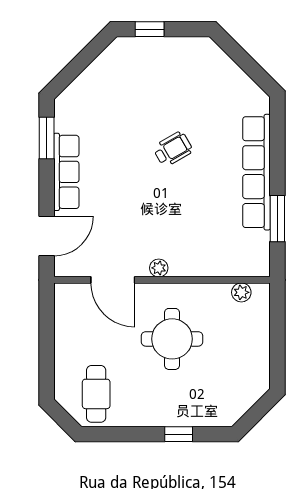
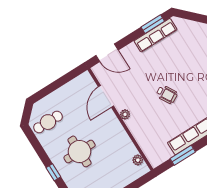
wheelchair: (173, 149) -> (167, 94), moved
row of seats: (66, 172) -> (155, 35), moved
round table: (172, 339) -> (80, 151), moved

